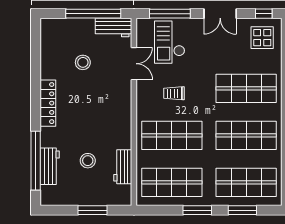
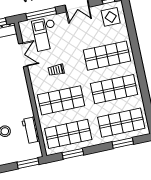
window: (92, 210) -> (28, 163), moved
window: (197, 210) -> (73, 154), moved

